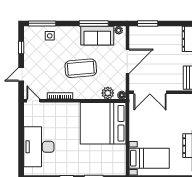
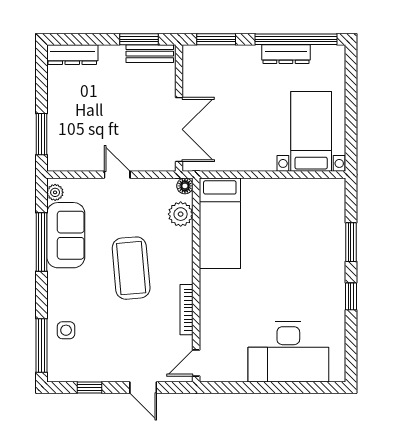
door: (127, 61) -> (117, 175), width x0.53
bed: (103, 123) -> (220, 223), width x0.49

